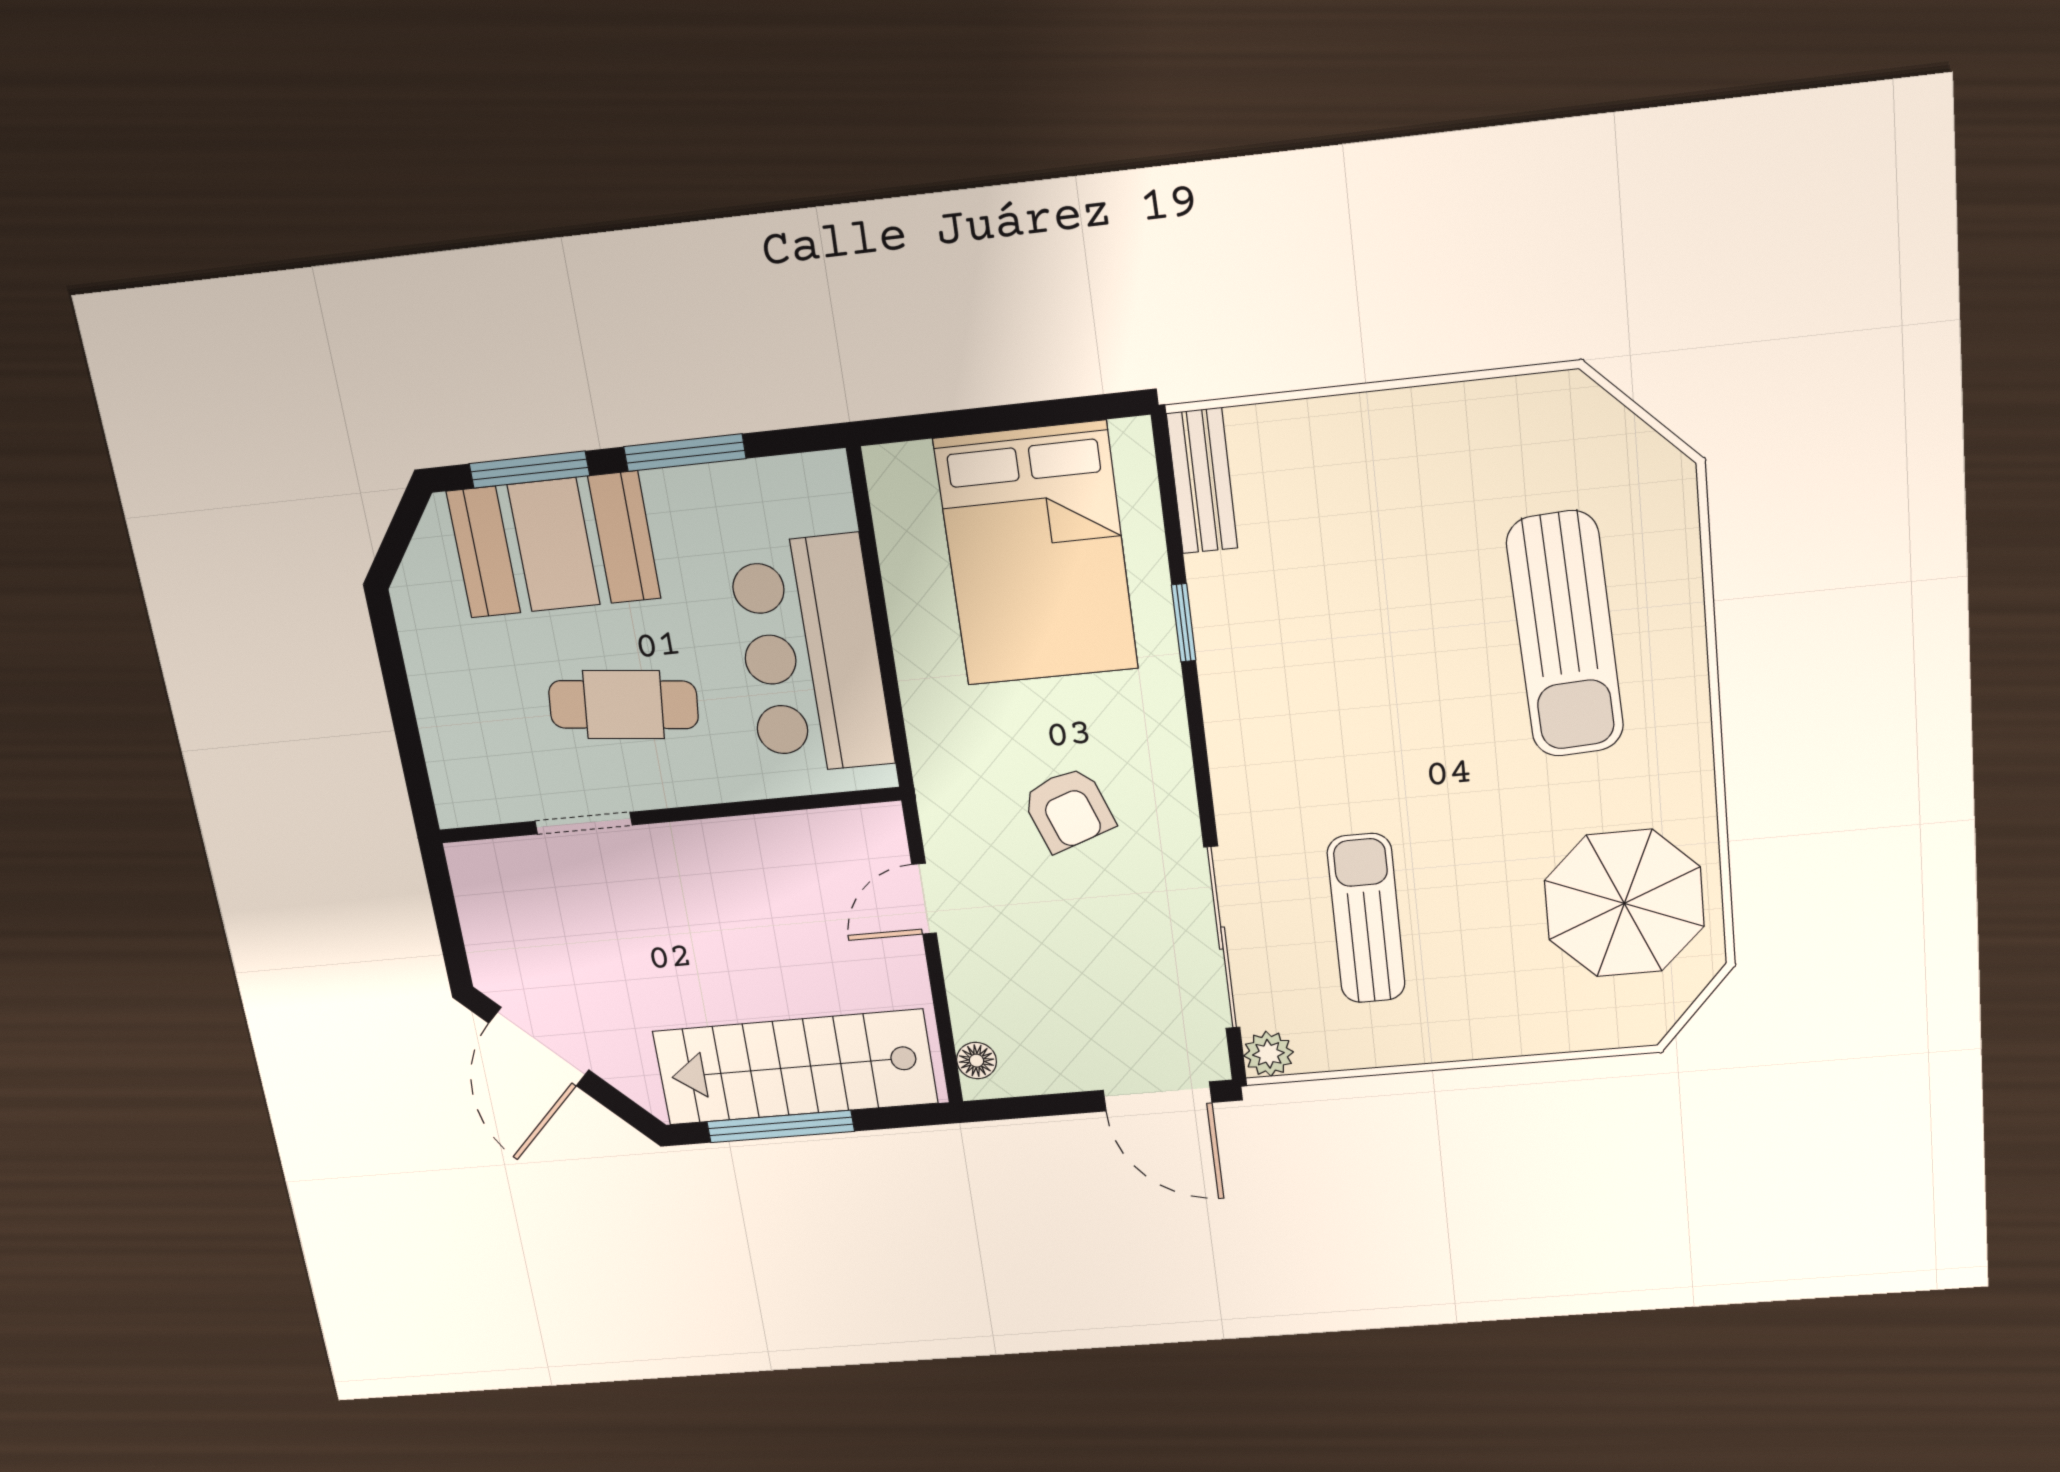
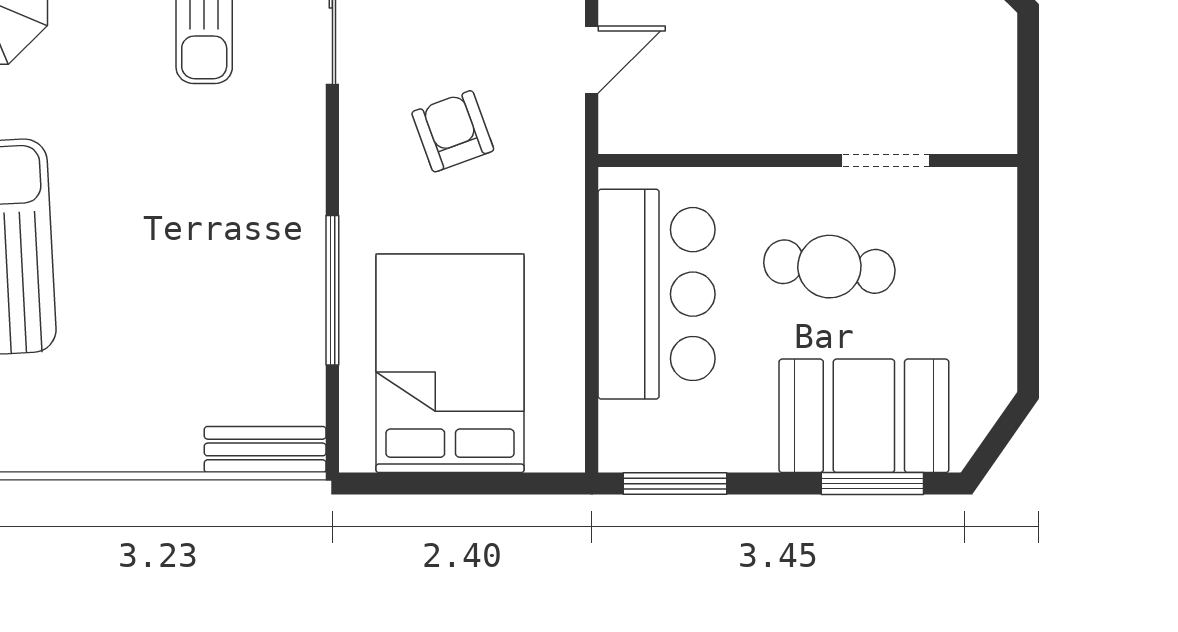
window: (685, 453) -> (675, 484), moved
bench: (1202, 481) -> (265, 449), moved, turned 90
window: (1184, 623) -> (332, 290), width x2.17

